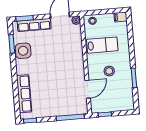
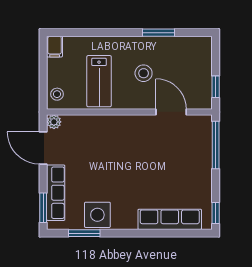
lab bench: (102, 45) -> (99, 81), turned 180

